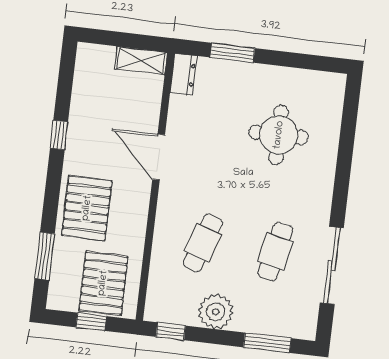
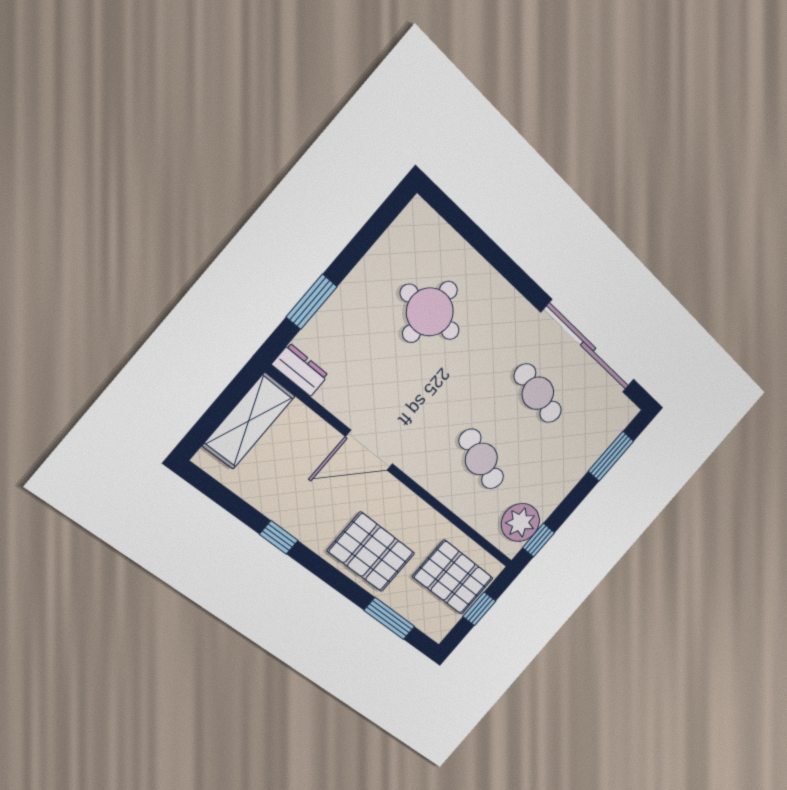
shelving: (141, 61) -> (249, 421), width x1.50, depth x1.33
sliding door: (332, 265) -> (588, 347), width x1.36
plant: (216, 312) -> (520, 522), moved

